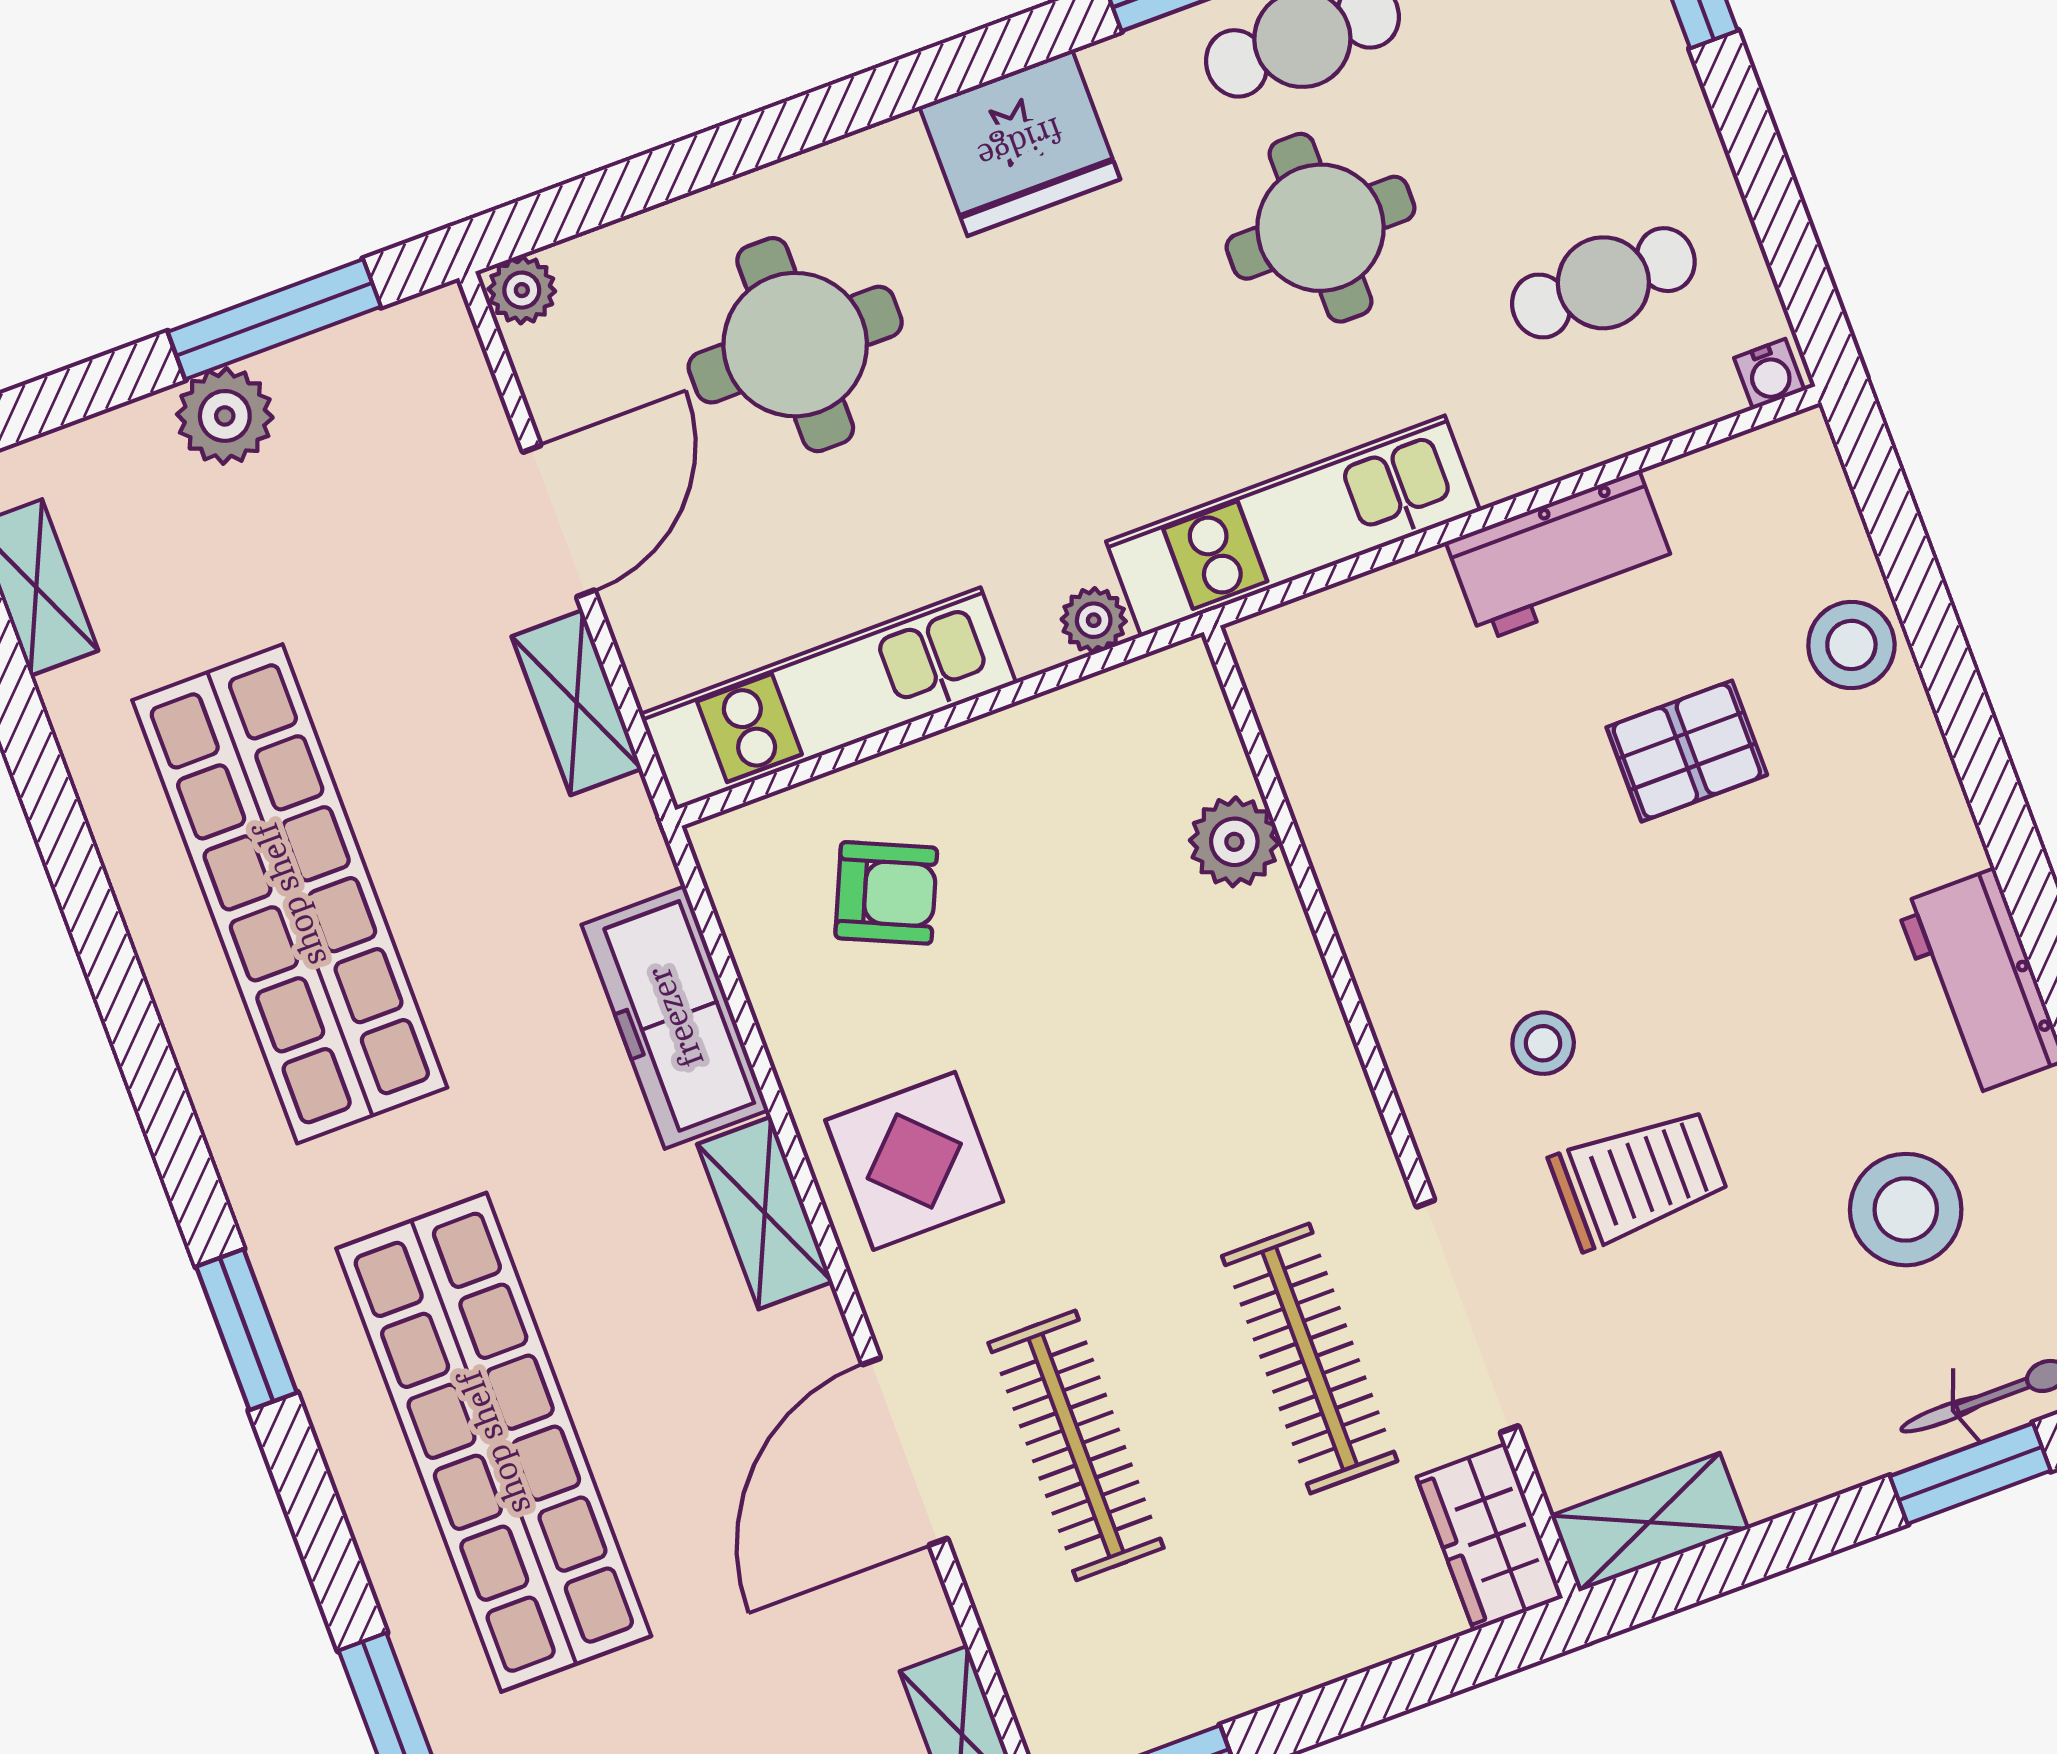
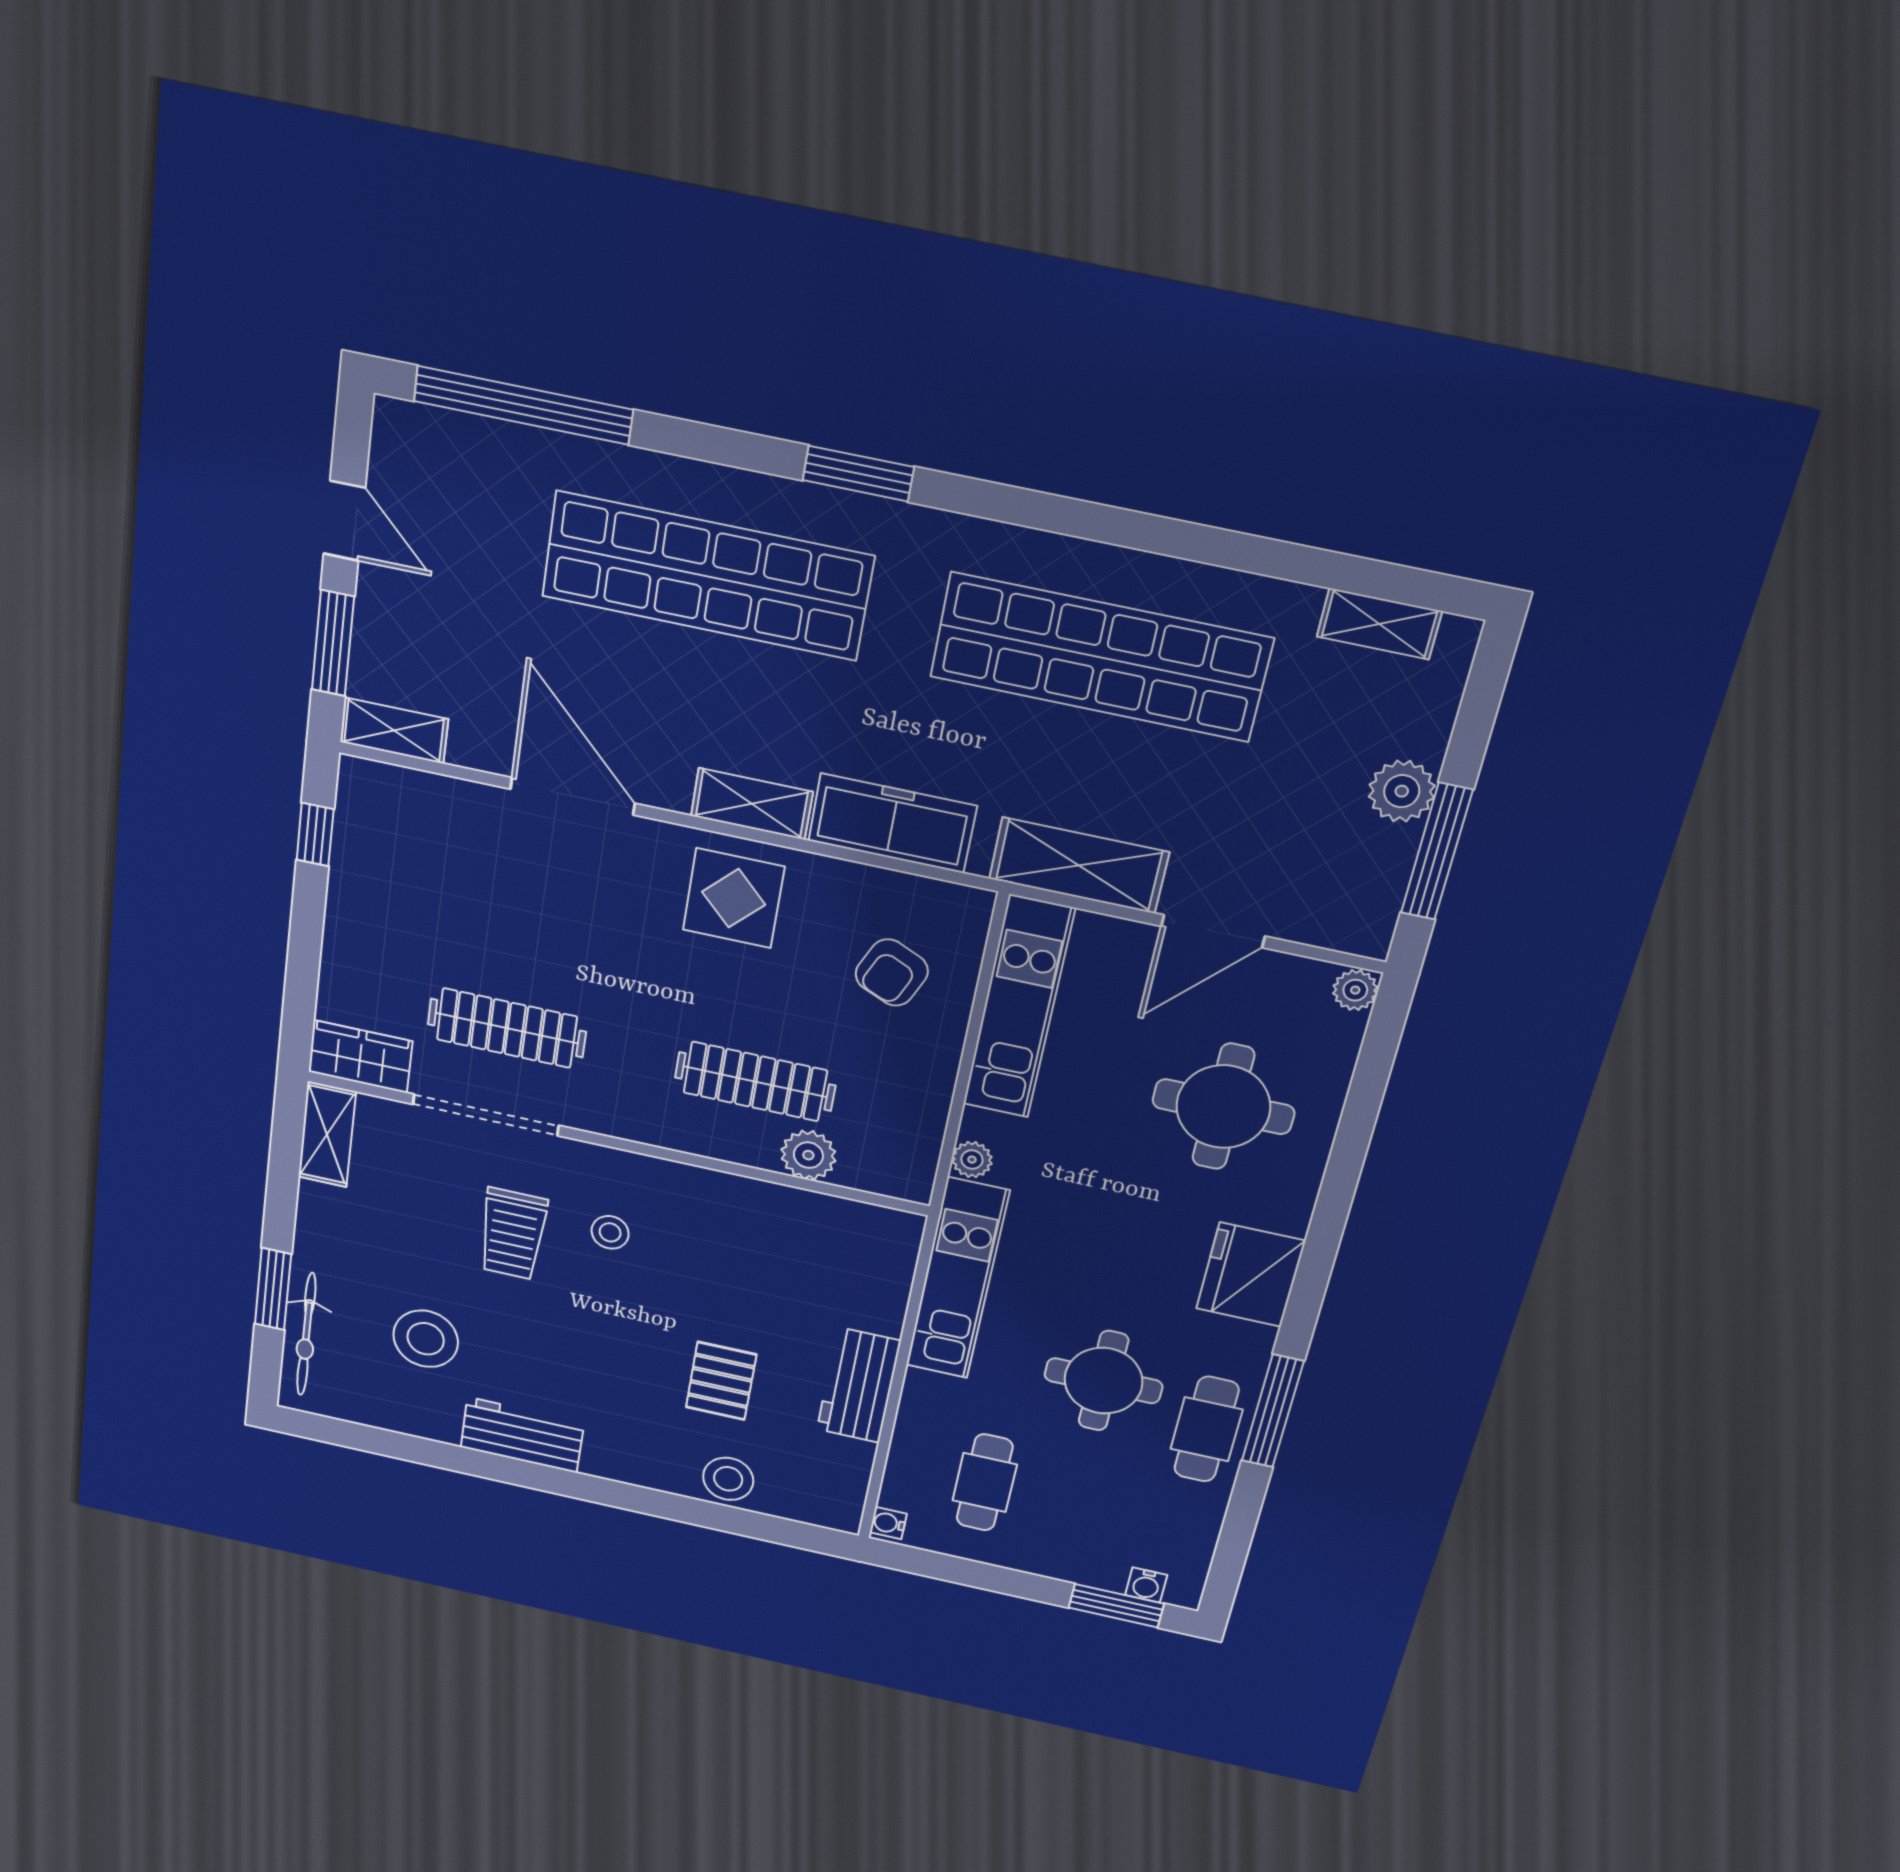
door: (559, 521) -> (1213, 931), hinge flipped
shelving: (577, 703) -> (1079, 865), width x1.50, depth x1.33
clothes rail: (1076, 1445) -> (755, 1081), moved

